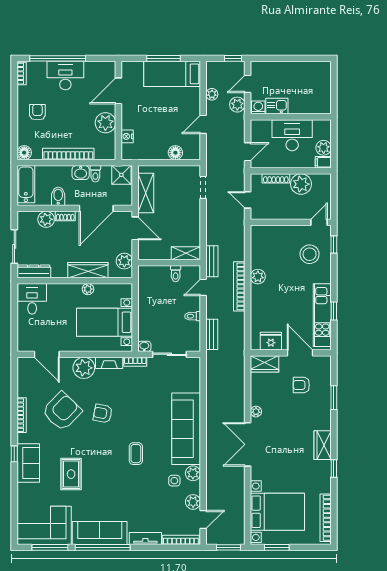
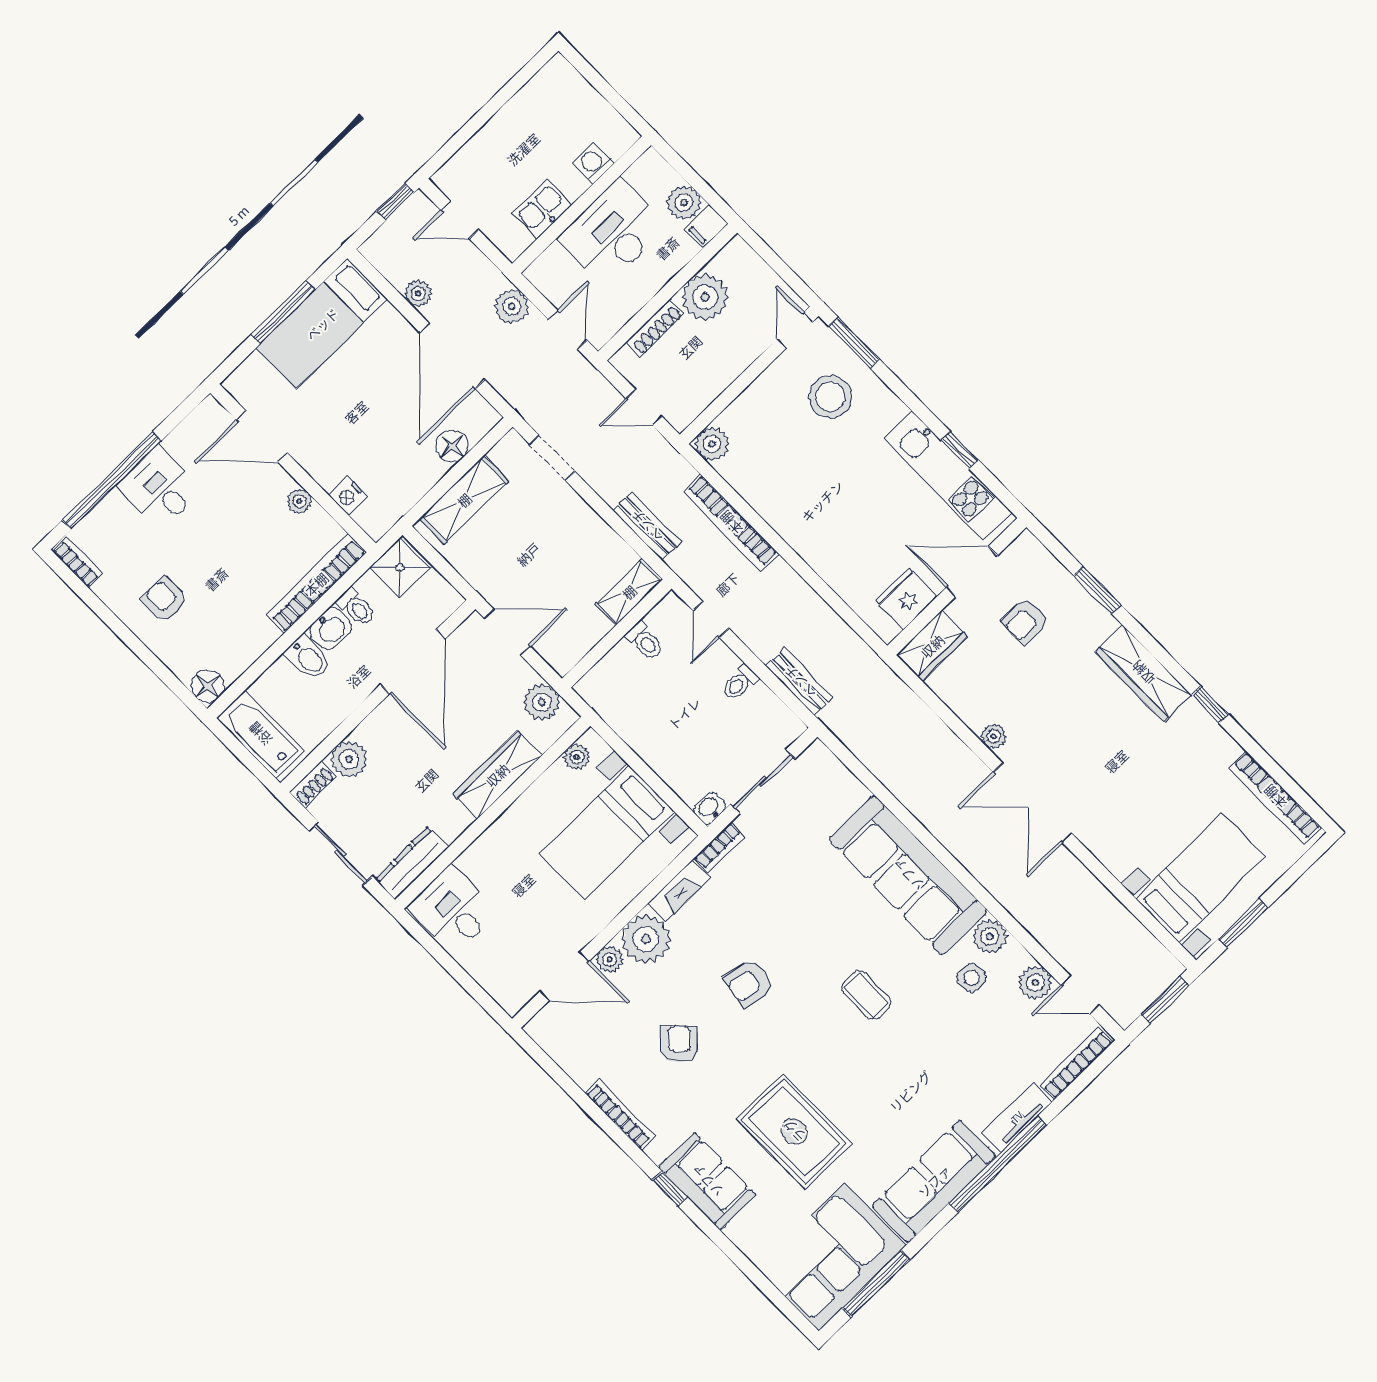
desk: (65, 76) -> (160, 488), width x0.73
door: (248, 84) -> (460, 220), hinge flipped
door: (118, 91) -> (262, 436), hinge flipped
plant: (237, 105) -> (512, 306), moved
washing machine: (258, 107) -> (593, 163), moved
plant: (105, 123) -> (299, 501), width x0.53, depth x0.53
door: (203, 124) -> (452, 356), width x1.87
bookcase: (68, 154) -> (316, 584), moved
shelving: (146, 193) -> (464, 500), moved, turned 90
bidet: (58, 196) -> (308, 658), moved, turned 180
shoe rack: (65, 216) -> (313, 784), moved
window: (334, 244) -> (854, 343), width x1.50
bench: (212, 261) -> (647, 526), moved
plant: (258, 277) -> (712, 444), moved
bookcase: (239, 286) -> (731, 523), moved
plant: (88, 289) -> (577, 757), moved
plant: (66, 363) -> (610, 959), added
armchair: (62, 411) -> (679, 1044), width x0.53, depth x0.53
wardrobe: (323, 445) -> (1143, 673), width x1.50
rug: (71, 474) -> (794, 1131), width x1.36, depth x1.43
bed with nightstands: (277, 512) -> (1200, 878), width x0.73
door: (203, 520) -> (1080, 995), swing flipped
window: (103, 547) -> (998, 1164), moved

